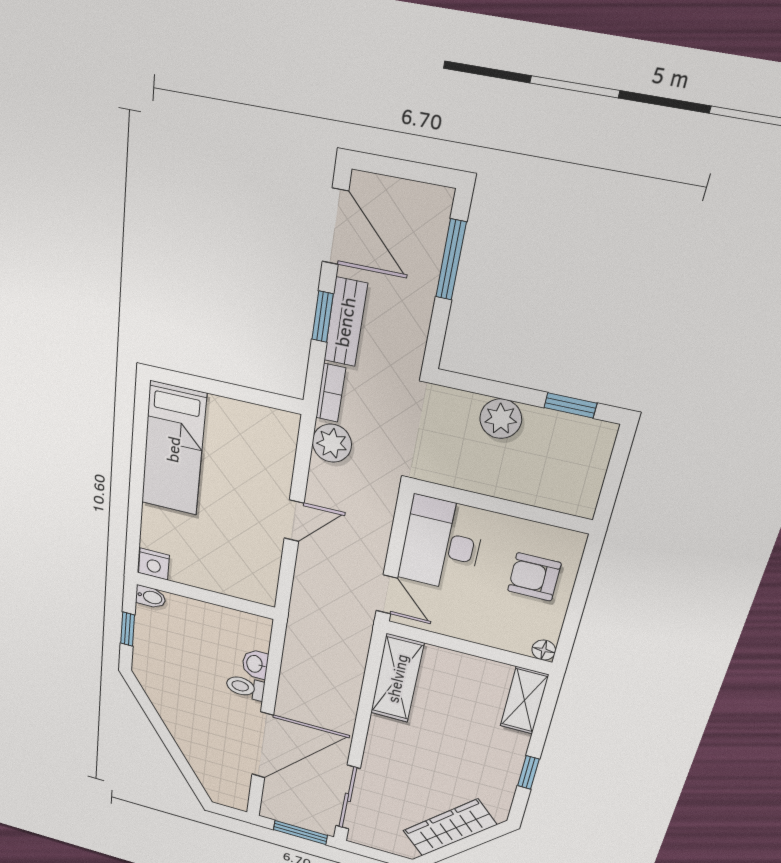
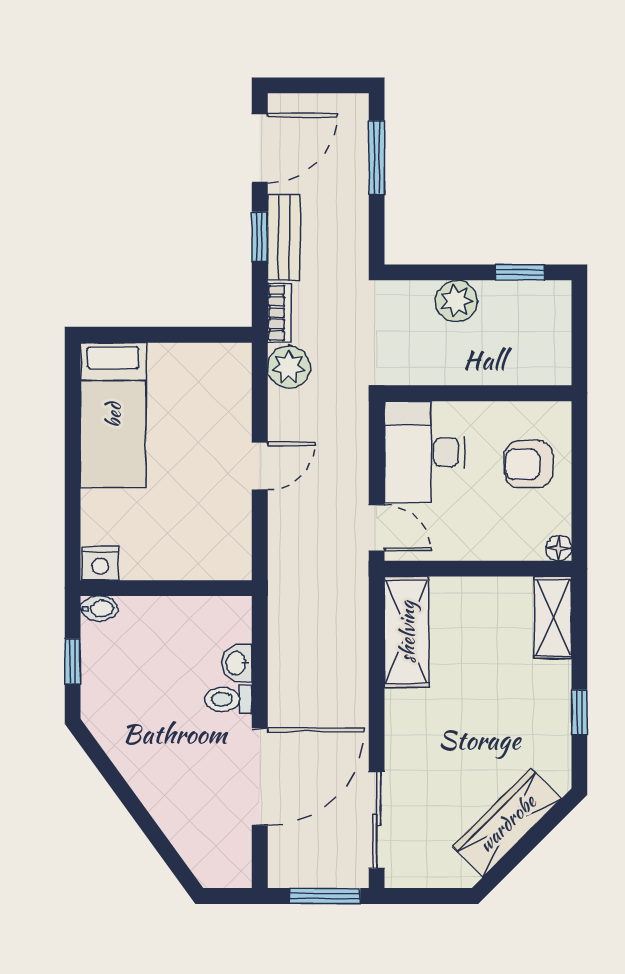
door: (335, 227) -> (260, 148), hinge flipped

